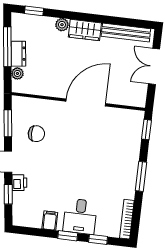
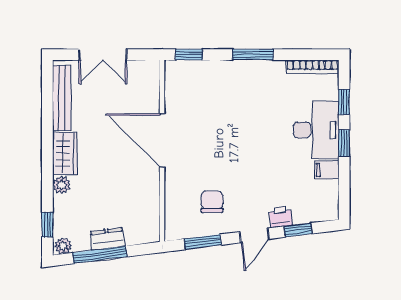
plant: (17, 73) -> (63, 246), moved
desk: (80, 216) -> (316, 130), width x1.37

